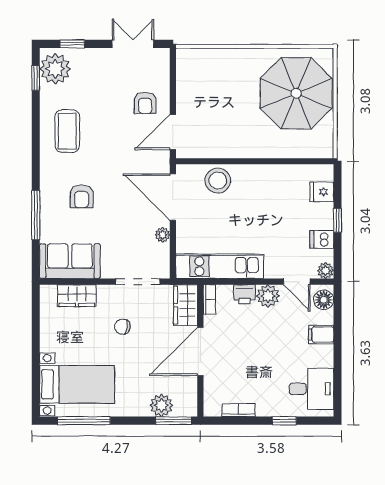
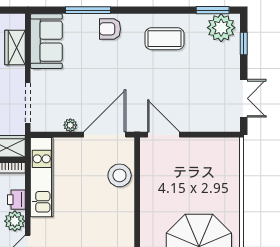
window: (36, 78) -> (213, 10), width x1.50
armchair: (145, 103) -> (190, 109), removed
armchair: (82, 196) -> (110, 29), moved

